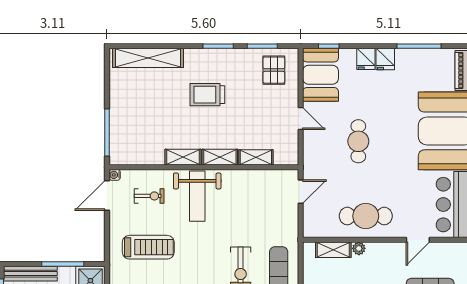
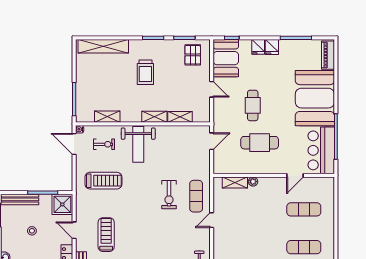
trolley: (207, 95) -> (145, 72), turned -90
shelving: (183, 157) -> (107, 117), moved
door: (107, 195) -> (74, 144), hinge flipped
cafe table: (366, 216) -> (260, 143), moved

